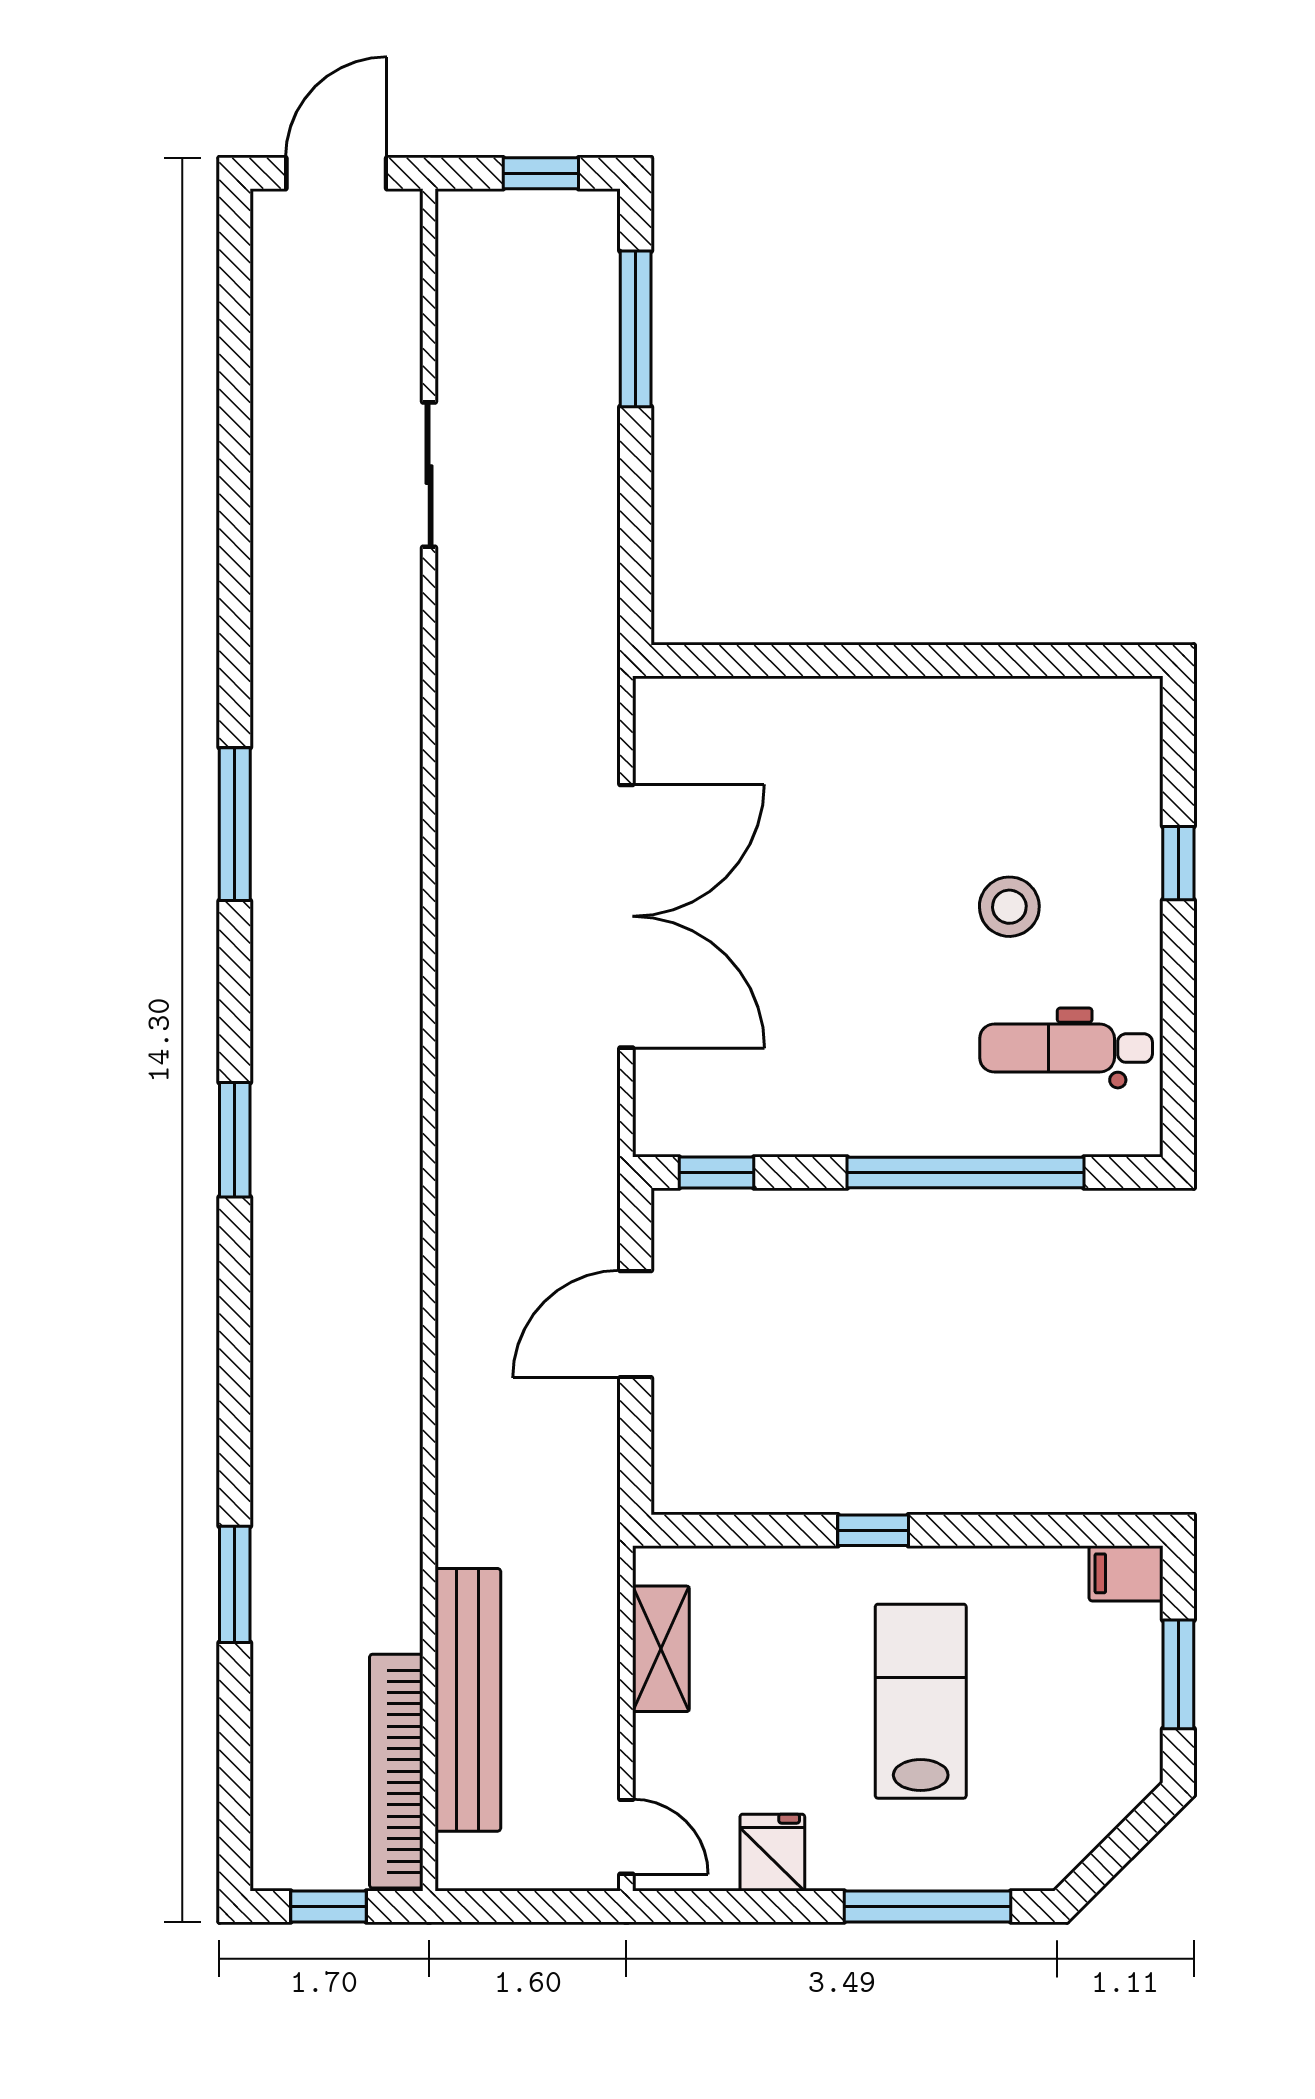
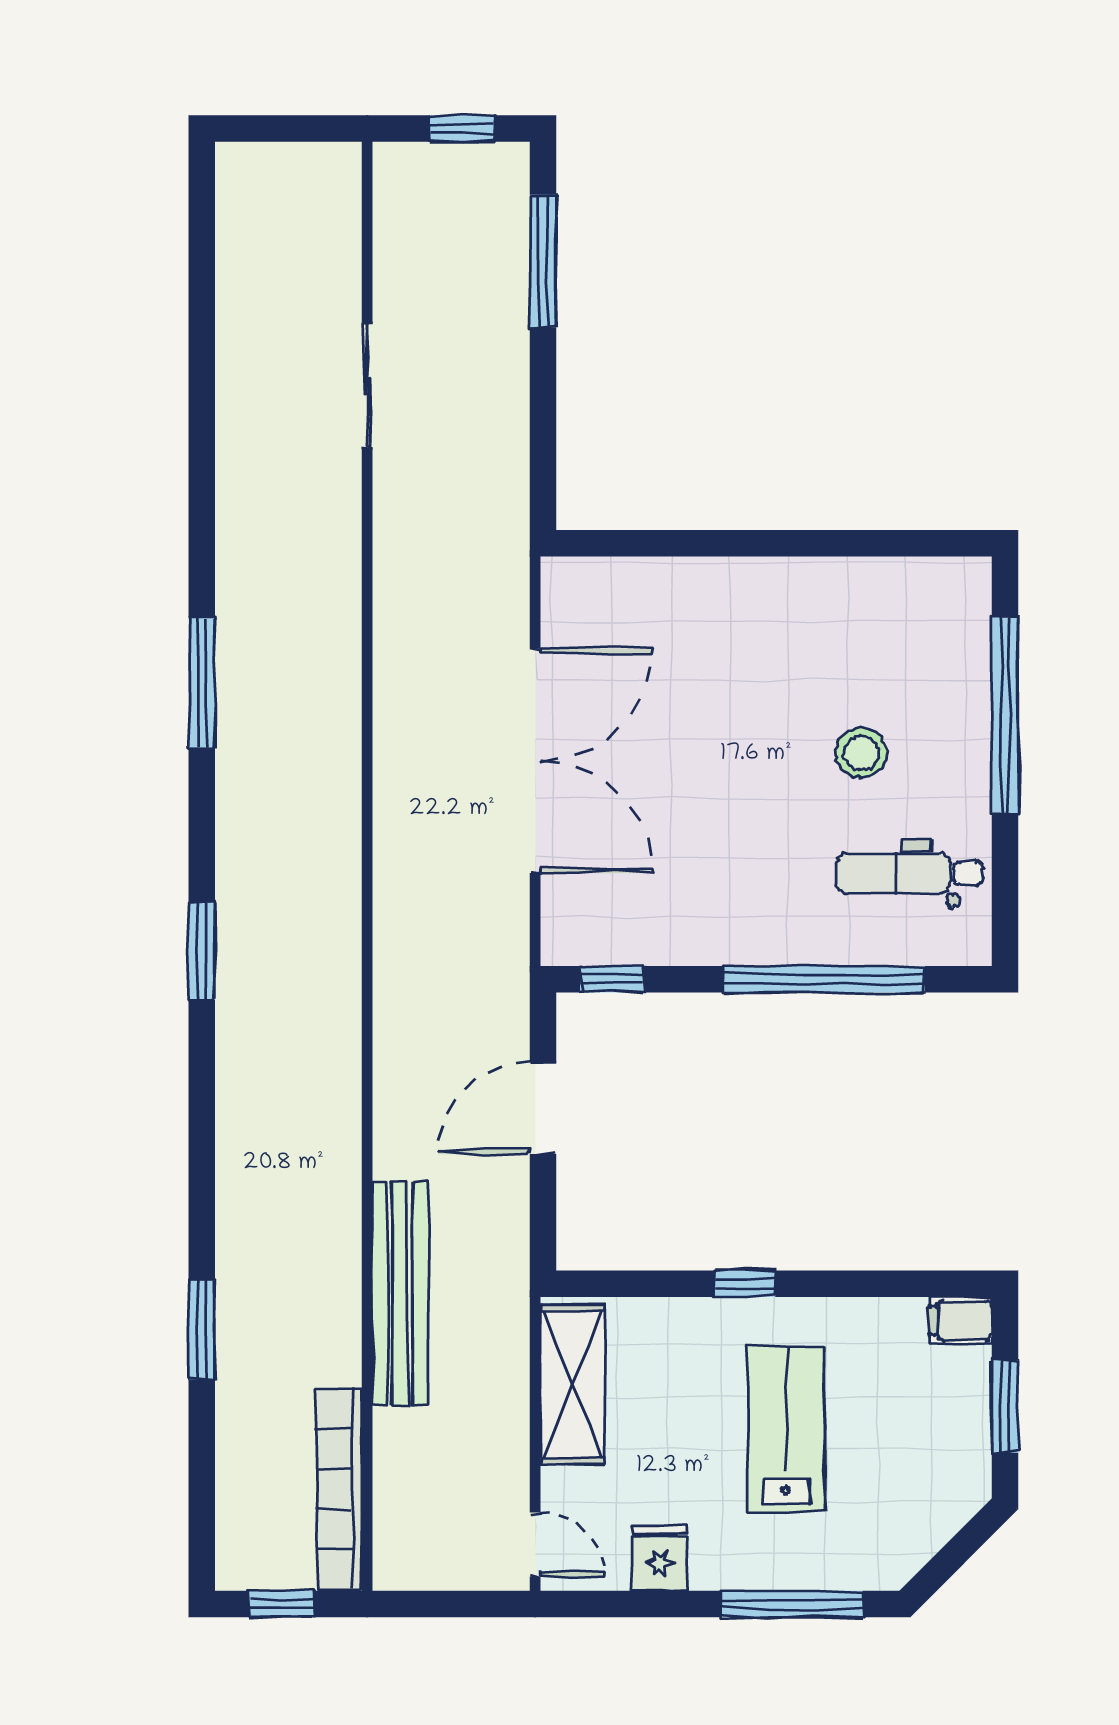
door: (336, 173) -> (288, 129), removed
window: (1178, 863) -> (1005, 716), width x3.17
shelving: (661, 1649) -> (573, 1385), width x1.50, depth x1.33
bench: (468, 1700) -> (400, 1293), moved

